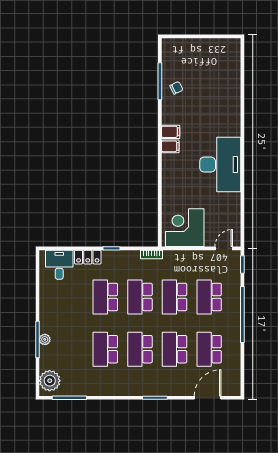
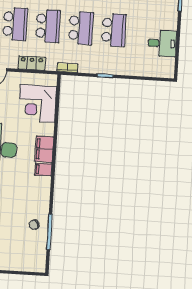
filing cabinet: (171, 132) -> (44, 149), moved, width x2.00
corner desk: (185, 228) -> (37, 103), moved, turned 90
locker: (88, 257) -> (32, 63), moved
desk: (59, 265) -> (162, 43), moved, turned -90

